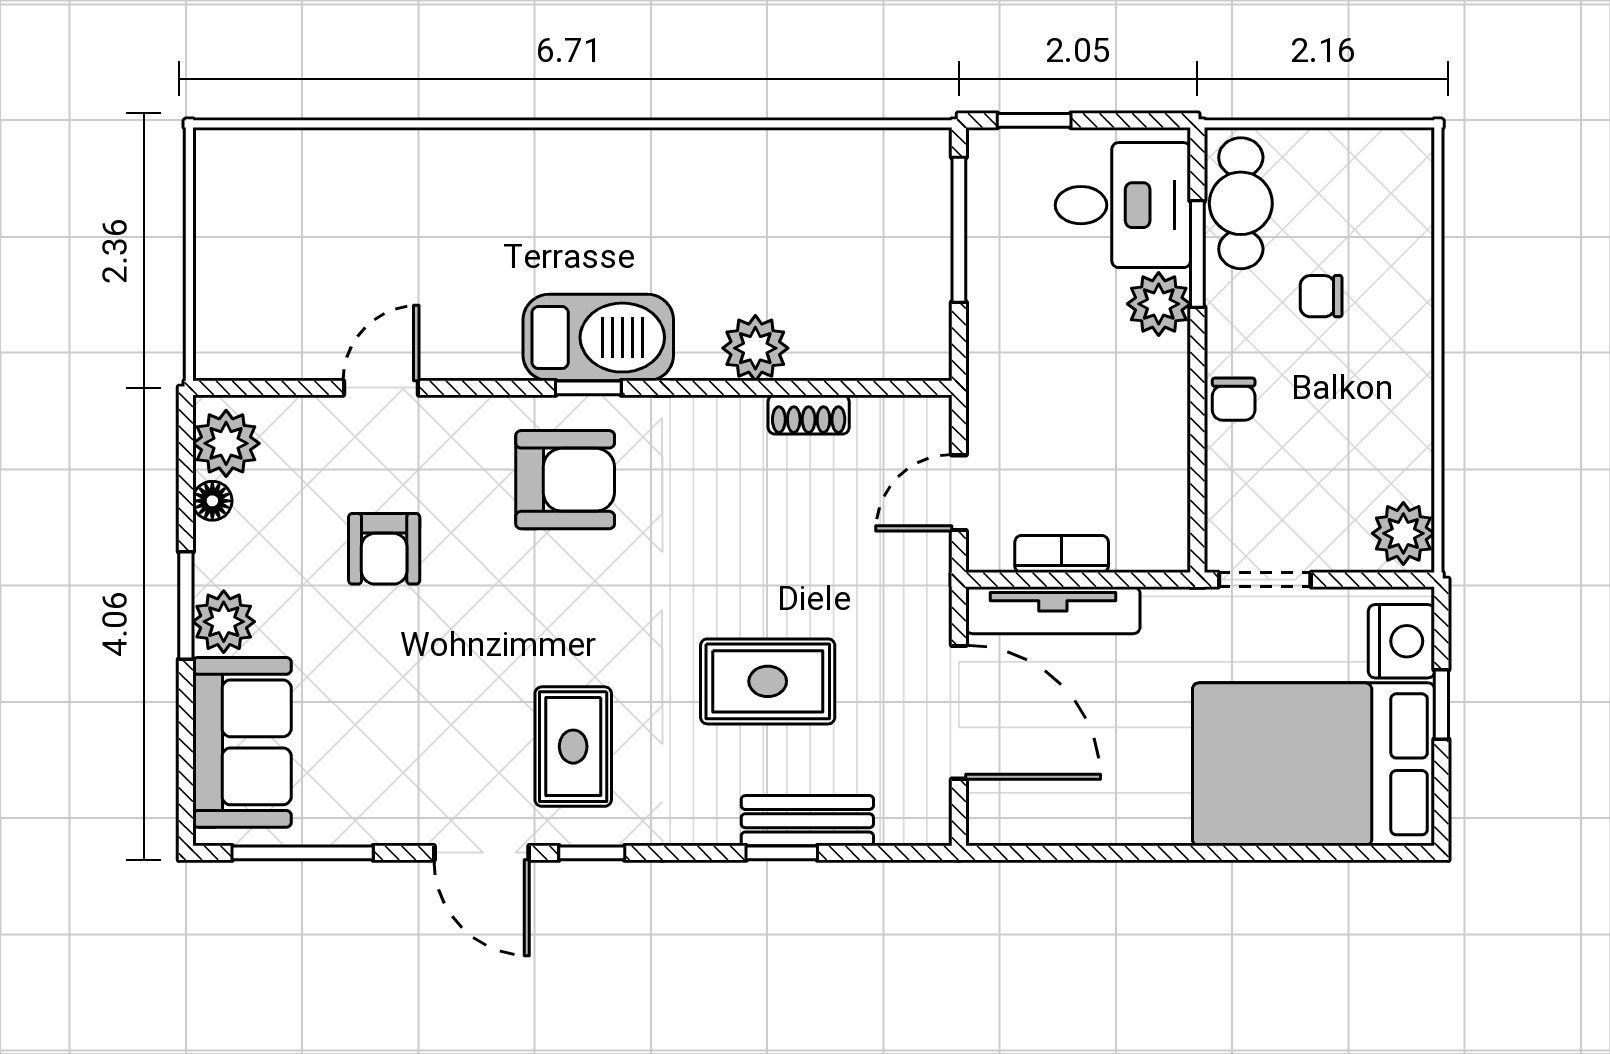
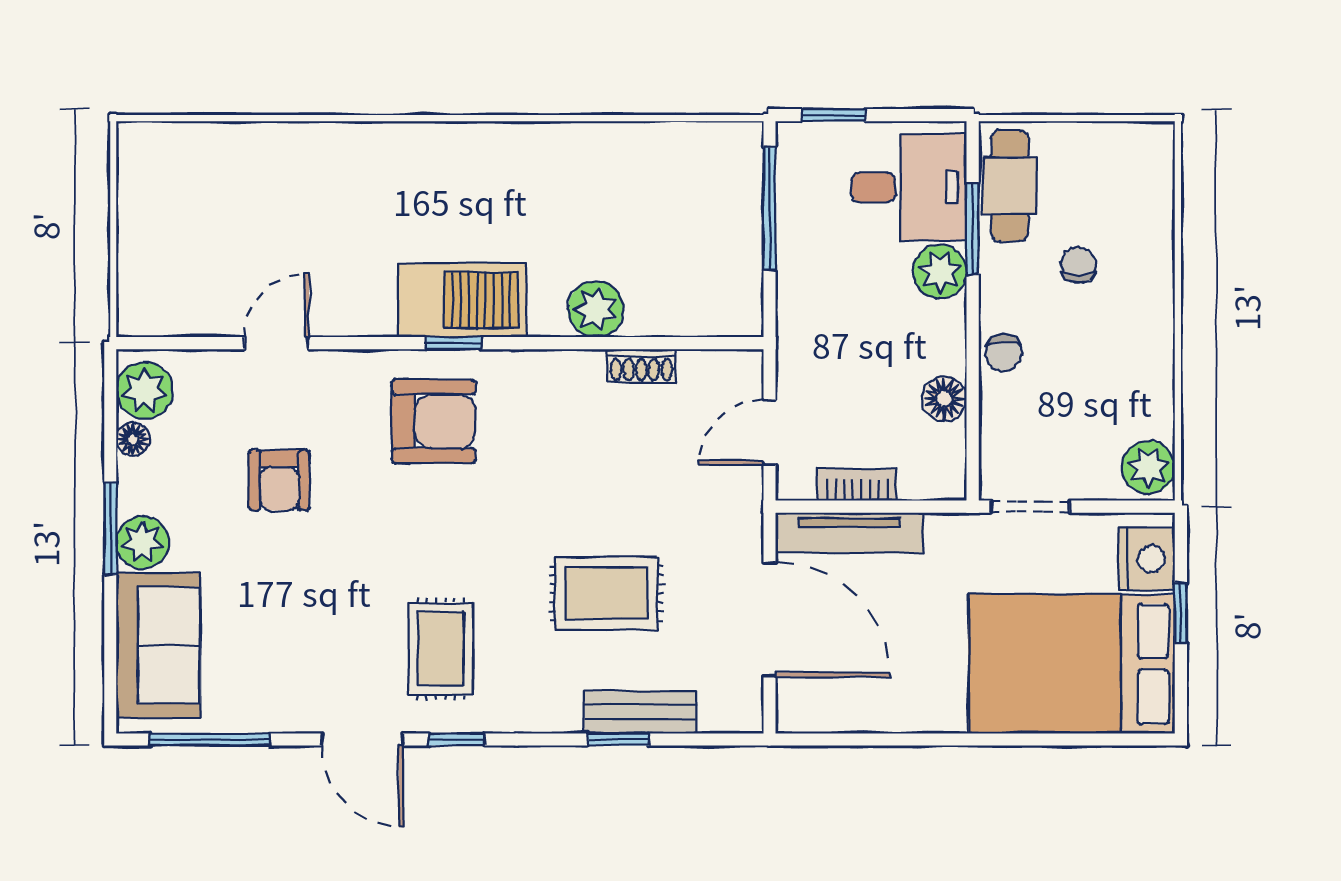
chair: (1321, 296) -> (1078, 265), turned 90
floor lamp: (1164, 453) -> (944, 399), added

